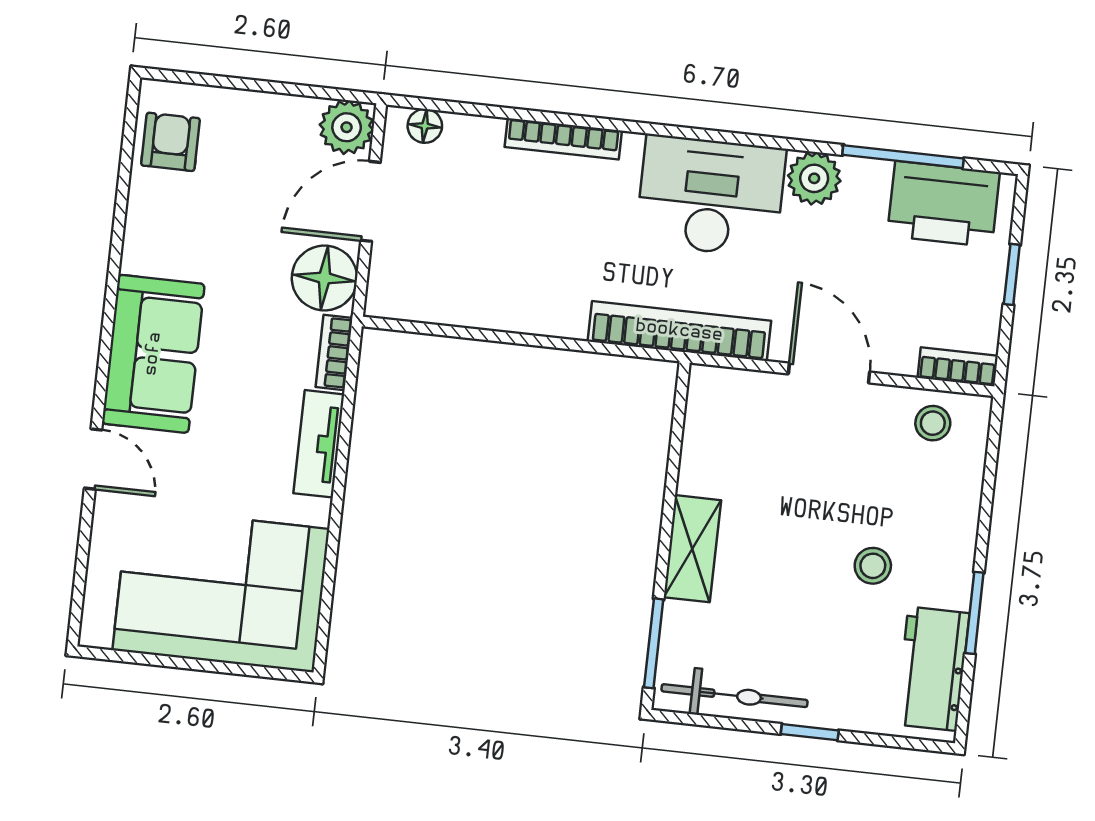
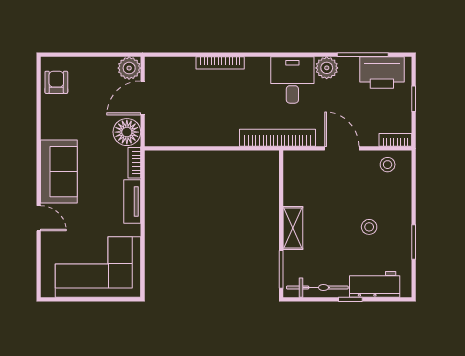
floor lamp: (425, 126) -> (162, 64), removed
desk: (711, 196) -> (292, 80), width x0.73
workbench: (932, 669) -> (375, 284), moved, turned 90

